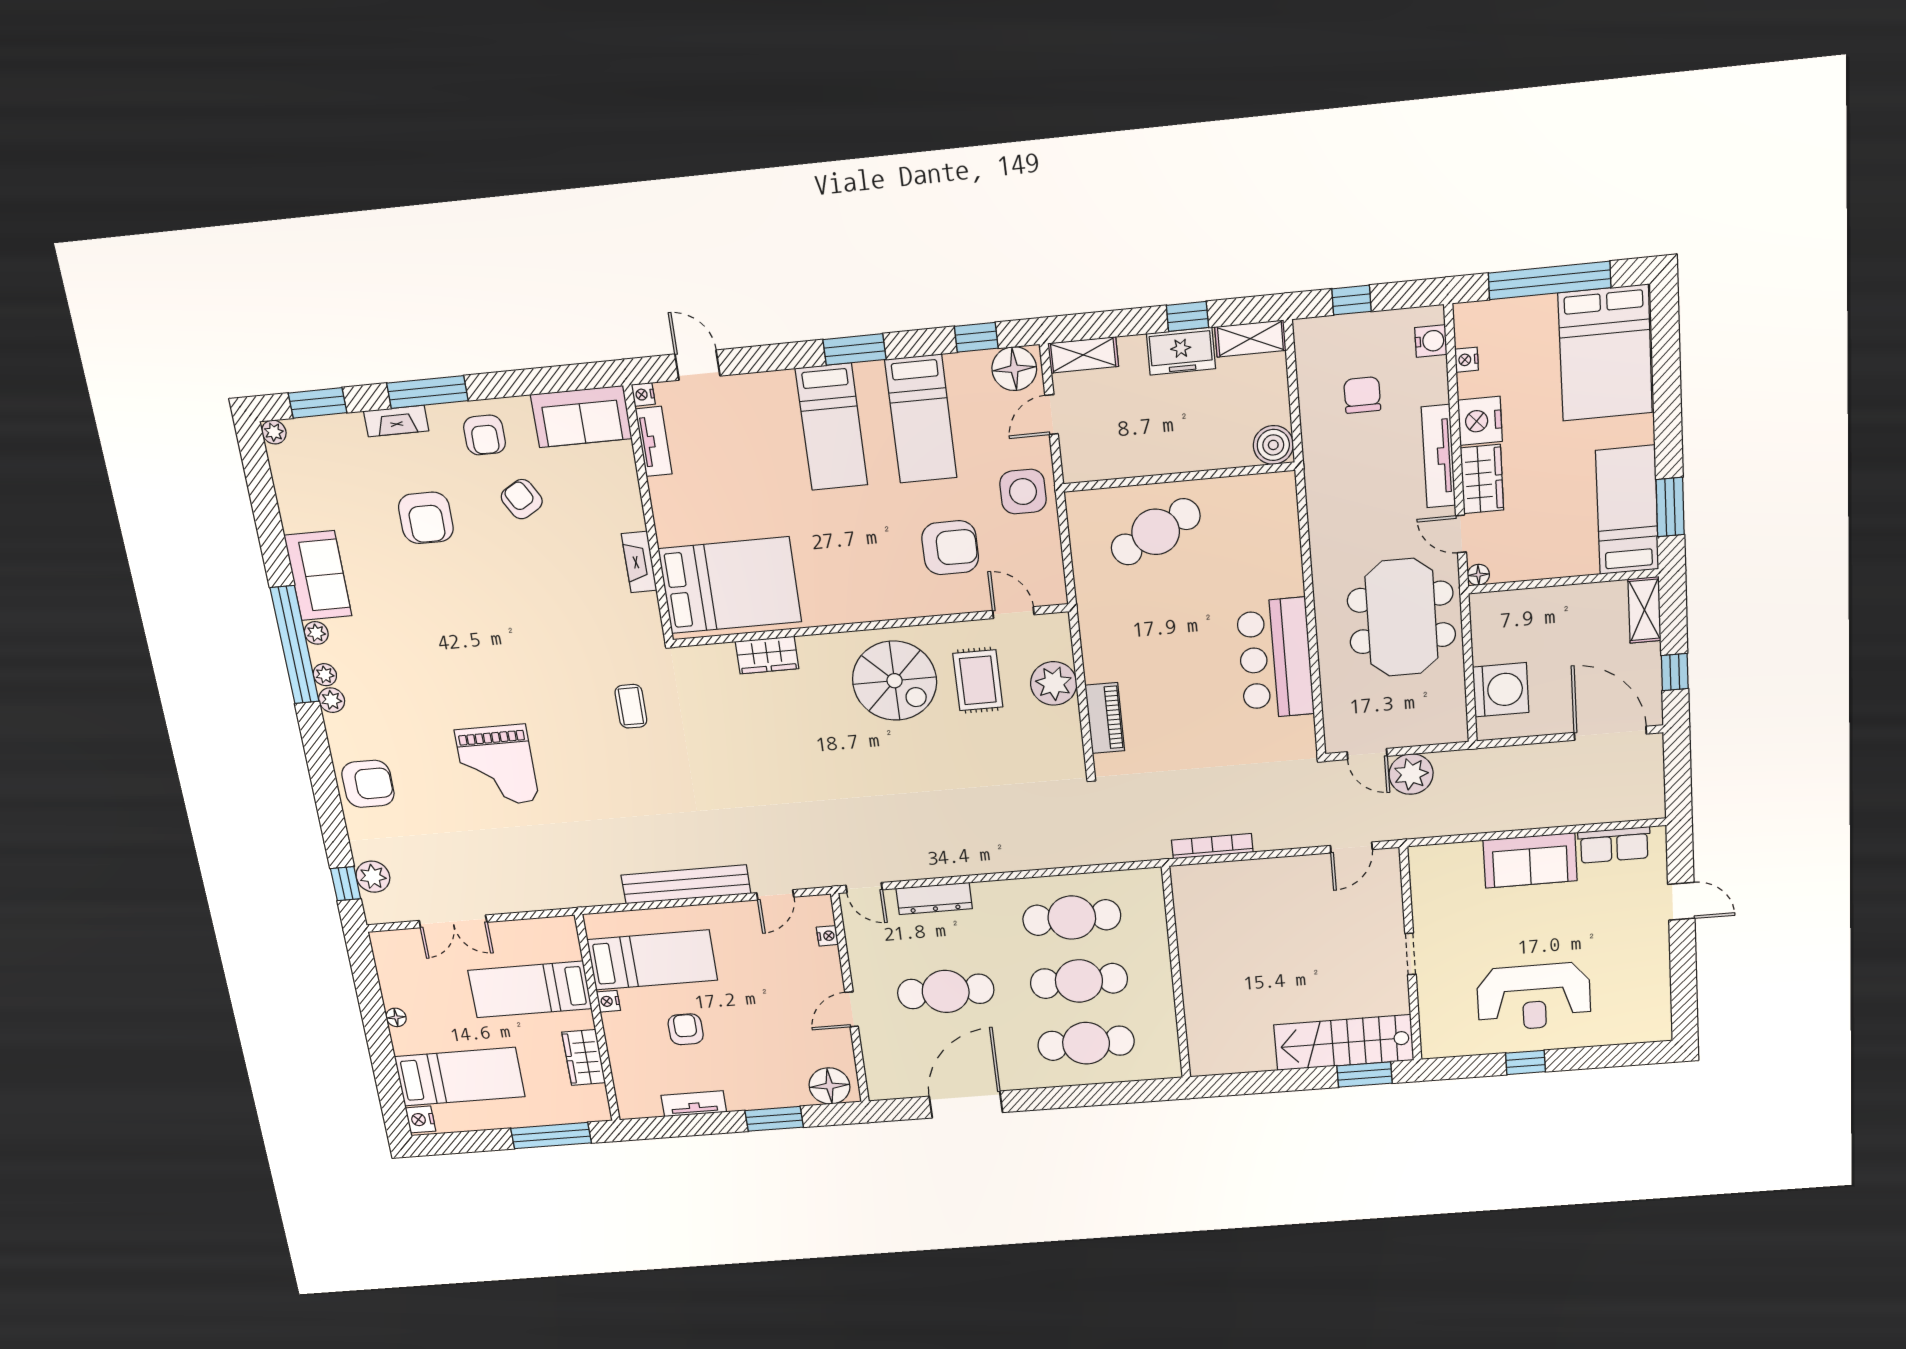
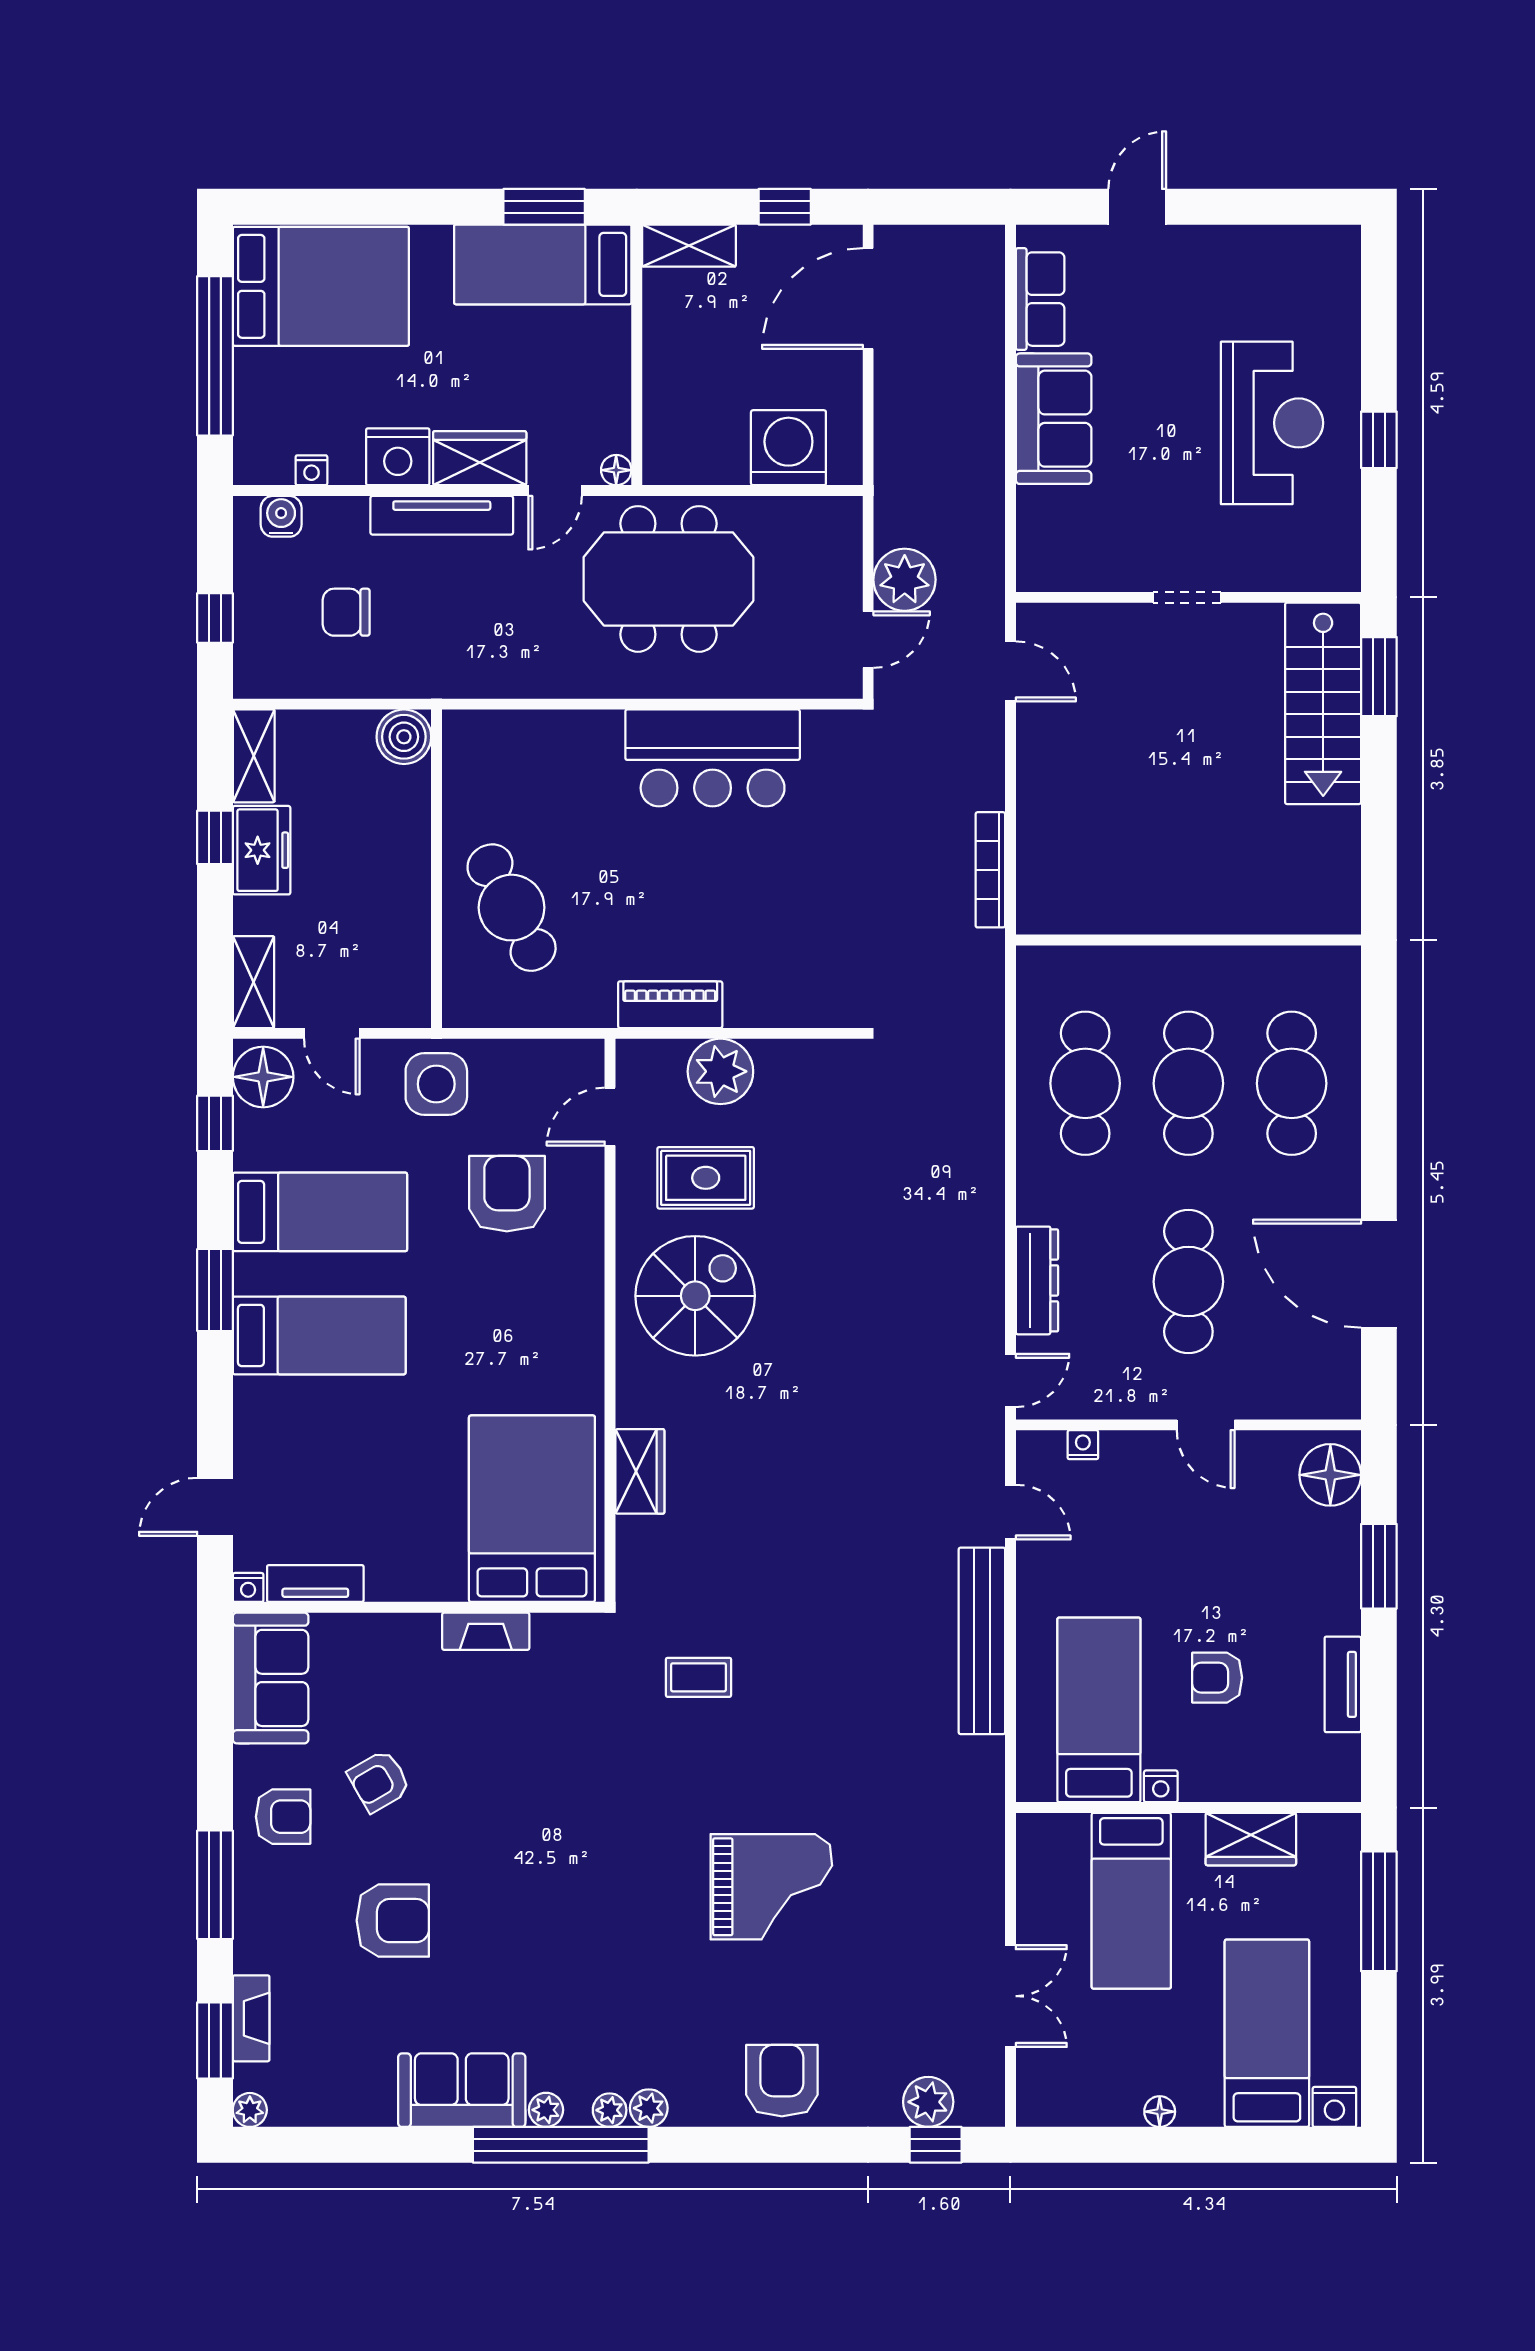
fireplace: (396, 421) -> (251, 2018), moved
piano: (1105, 718) -> (670, 1005), moved

